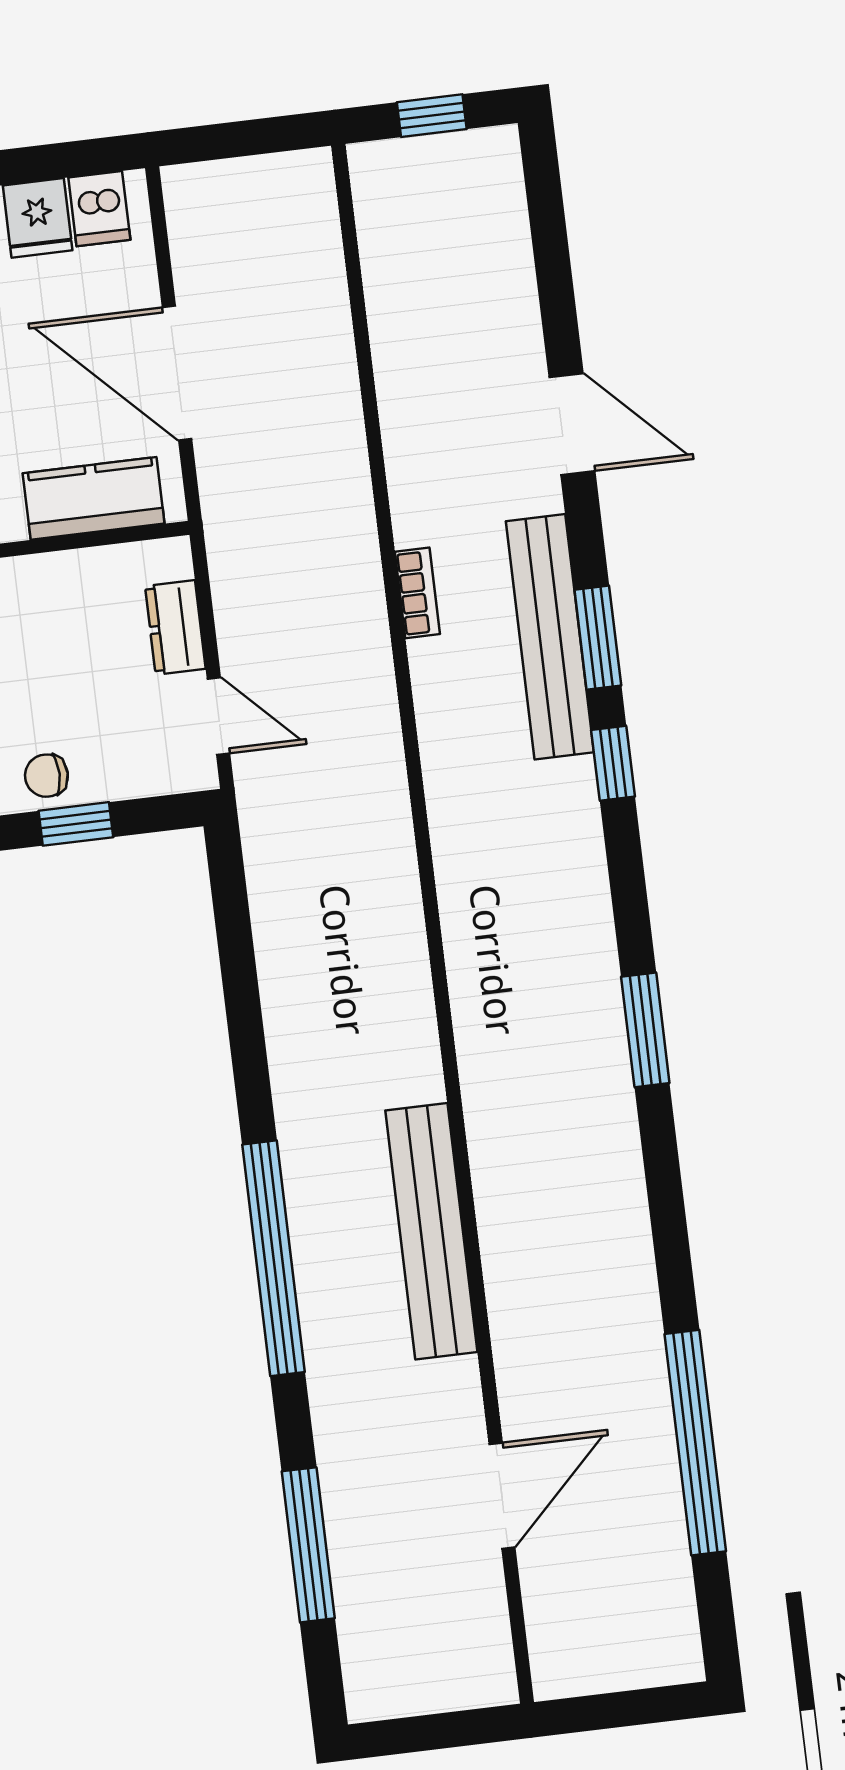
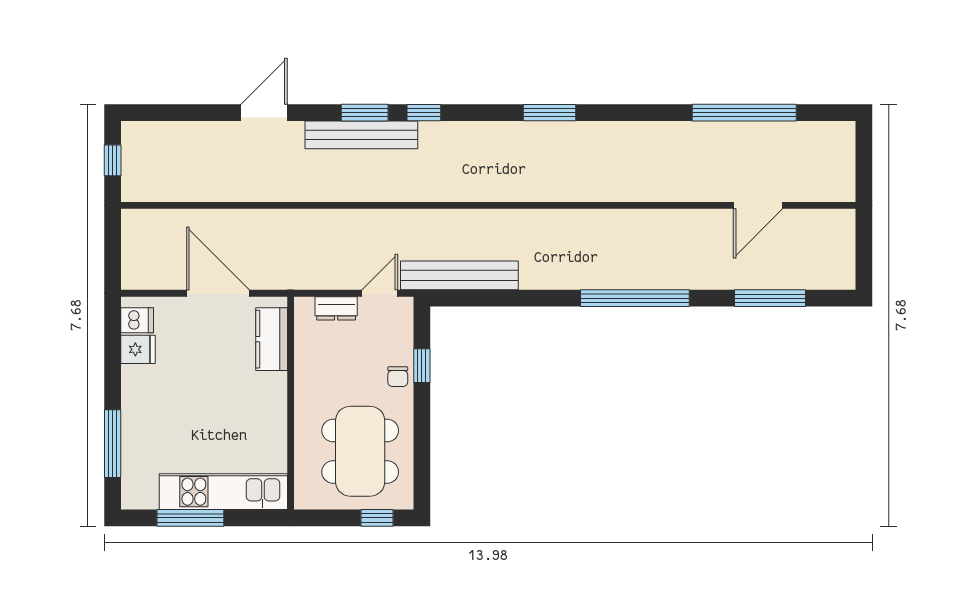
door: (177, 373) -> (218, 293), swing flipped
bookcase: (417, 593) -> (334, 194), removed
bench: (431, 1231) -> (459, 275), moved
door: (502, 1496) -> (758, 205), swing flipped

